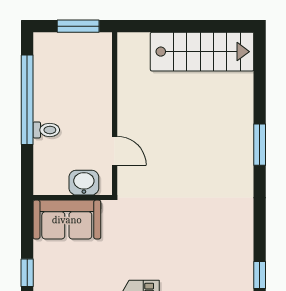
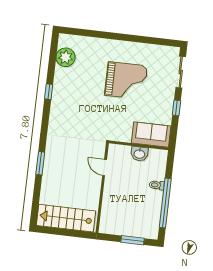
wall: (115, 114) -> (102, 188), moved
door: (115, 151) -> (105, 167), moved

